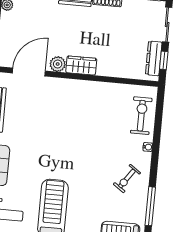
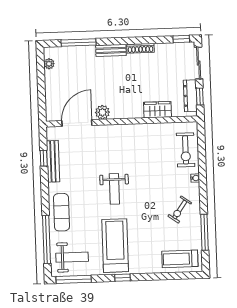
wardrobe: (81, 65) -> (157, 110), moved
exercise bike: (141, 116) -> (186, 150), turned 180
weight bench: (60, 147) -> (114, 189), added

